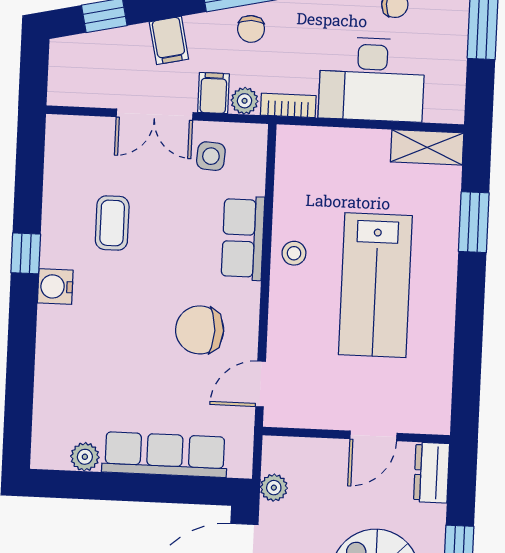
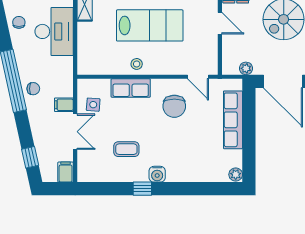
filing cabinet: (169, 40) -> (66, 172), moved, turned -78
plant: (245, 101) -> (67, 90), removed
bookcase: (288, 105) -> (68, 70), removed
plant: (85, 457) -> (236, 175), moved

